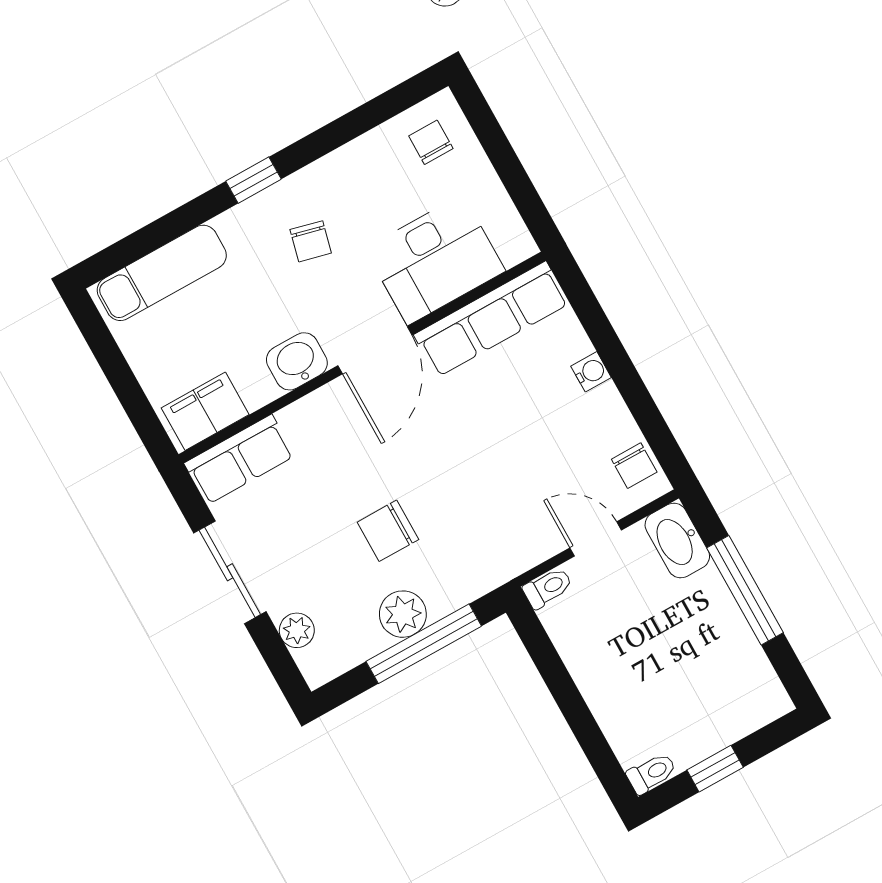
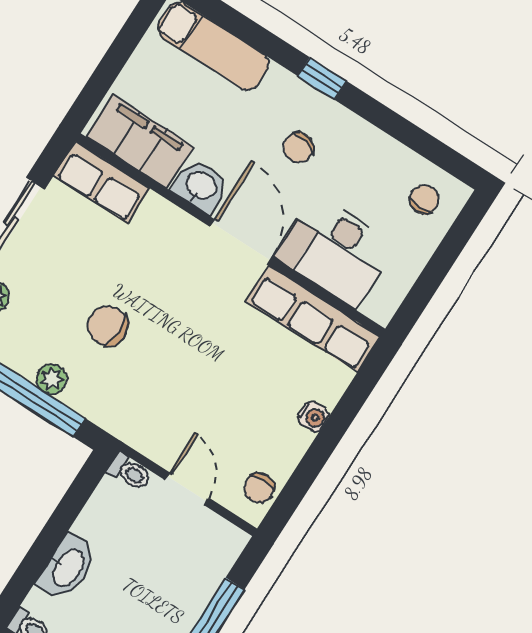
door: (375, 350) -> (241, 242), swing flipped
filing cabinet: (205, 411) -> (140, 142), width x1.50, depth x1.17
washbasin: (677, 541) -> (67, 567), moved, turned 180
plant: (403, 614) -> (52, 379), width x0.73, depth x0.73

